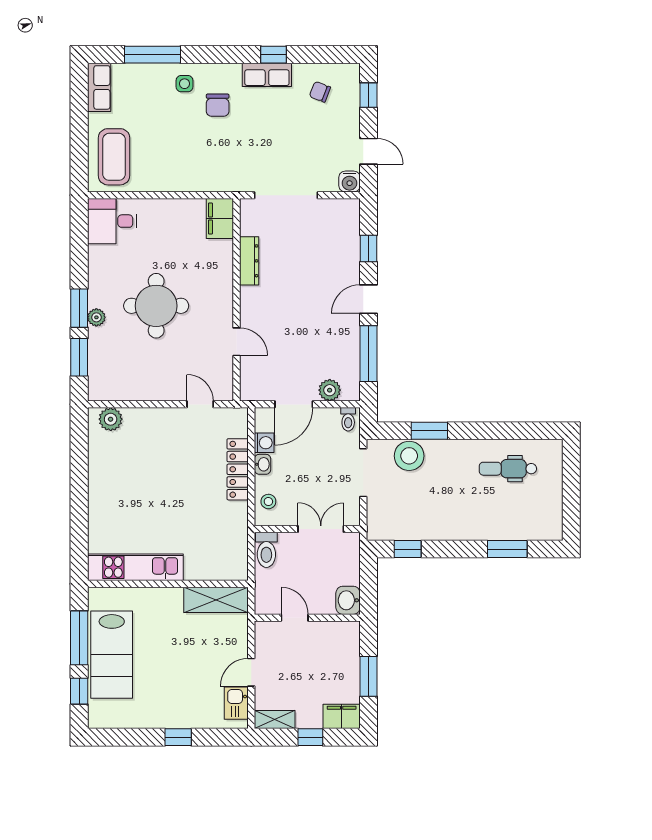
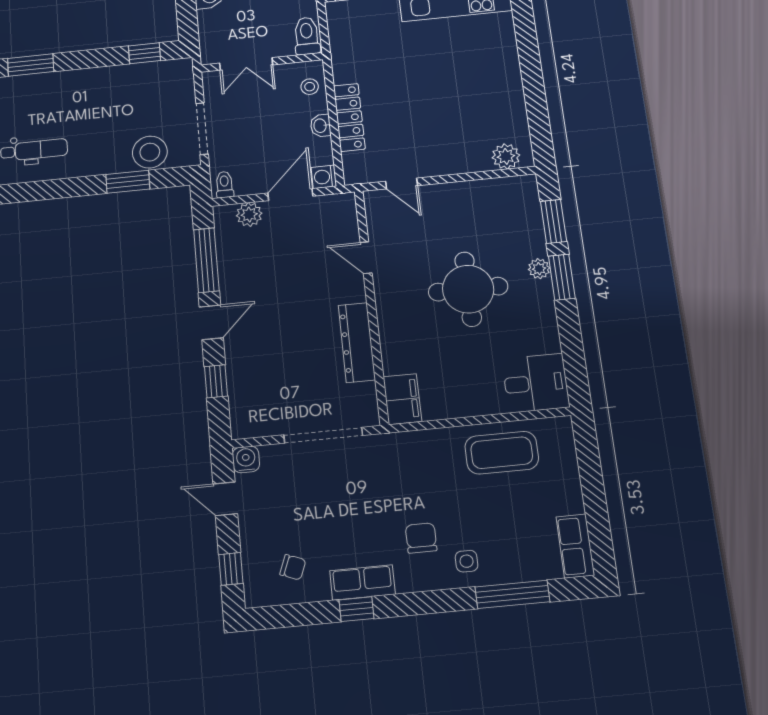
coffee table: (114, 157) -> (502, 453), moved, turned 90
dresser: (249, 261) -> (357, 342), width x1.37, depth x1.24
washing machine: (264, 443) -> (324, 177), moved

